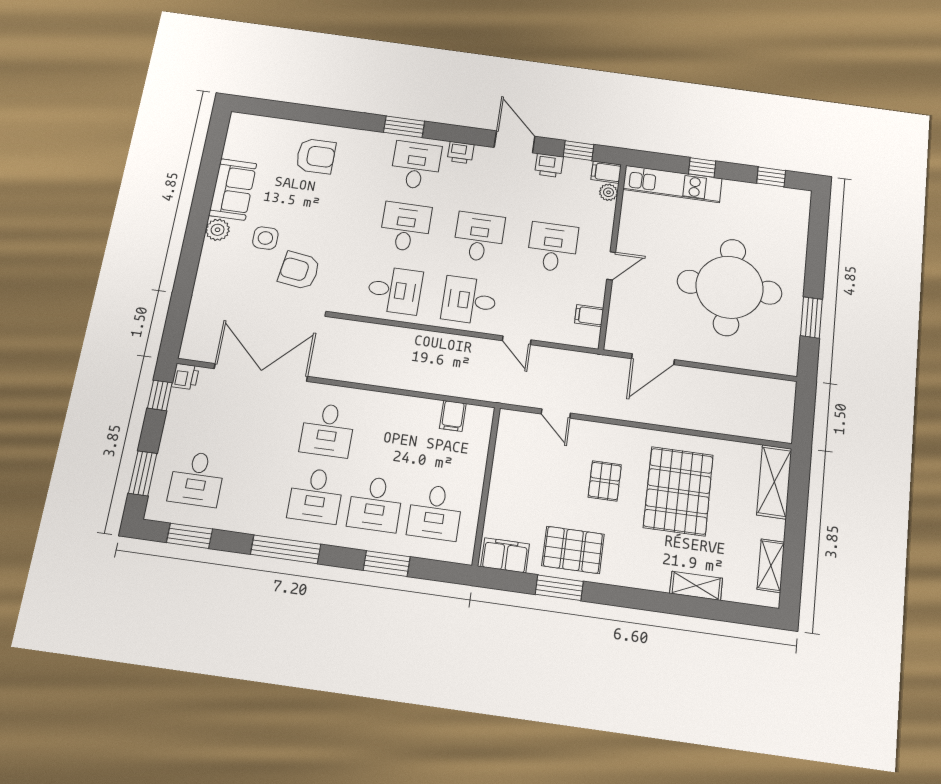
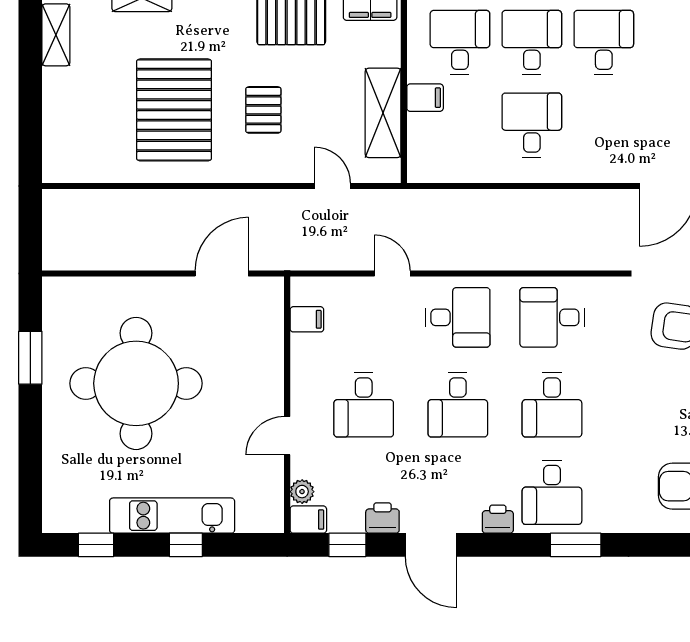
kitchen unit: (672, 184) -> (172, 516), moved
door: (611, 266) -> (287, 436), moved
filing cabinet: (453, 416) -> (425, 98), moved, turned 90
desk: (328, 430) -> (532, 125), moved
shelving: (774, 482) -> (383, 113), moved

